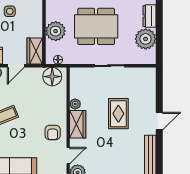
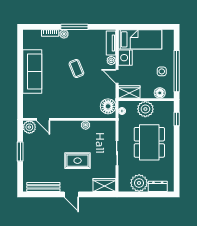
floor lamp: (36, 14) -> (160, 93), added
wardrobe: (78, 124) -> (104, 185), moved, turned 180
armchair: (53, 133) -> (62, 107), removed

